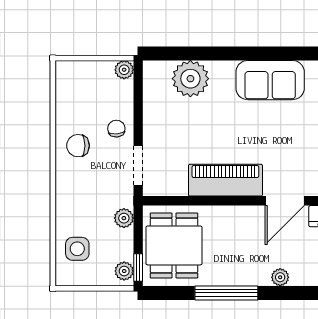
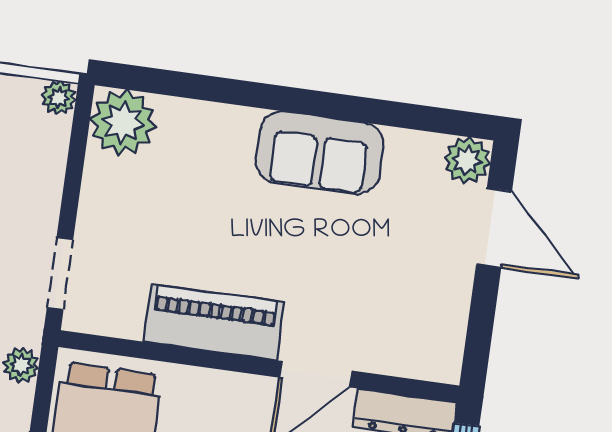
plant: (190, 79) -> (123, 123), moved
chair: (116, 129) -> (30, 202), removed

